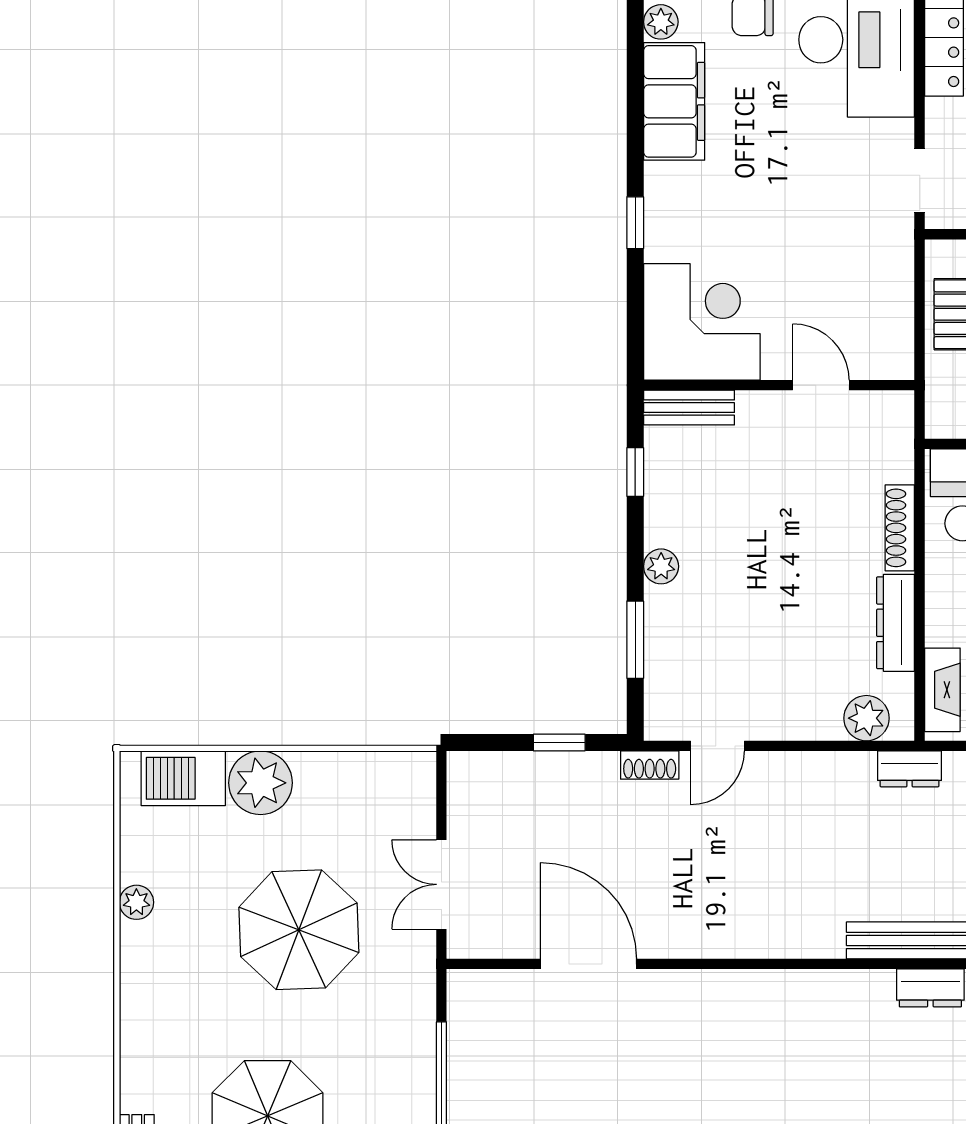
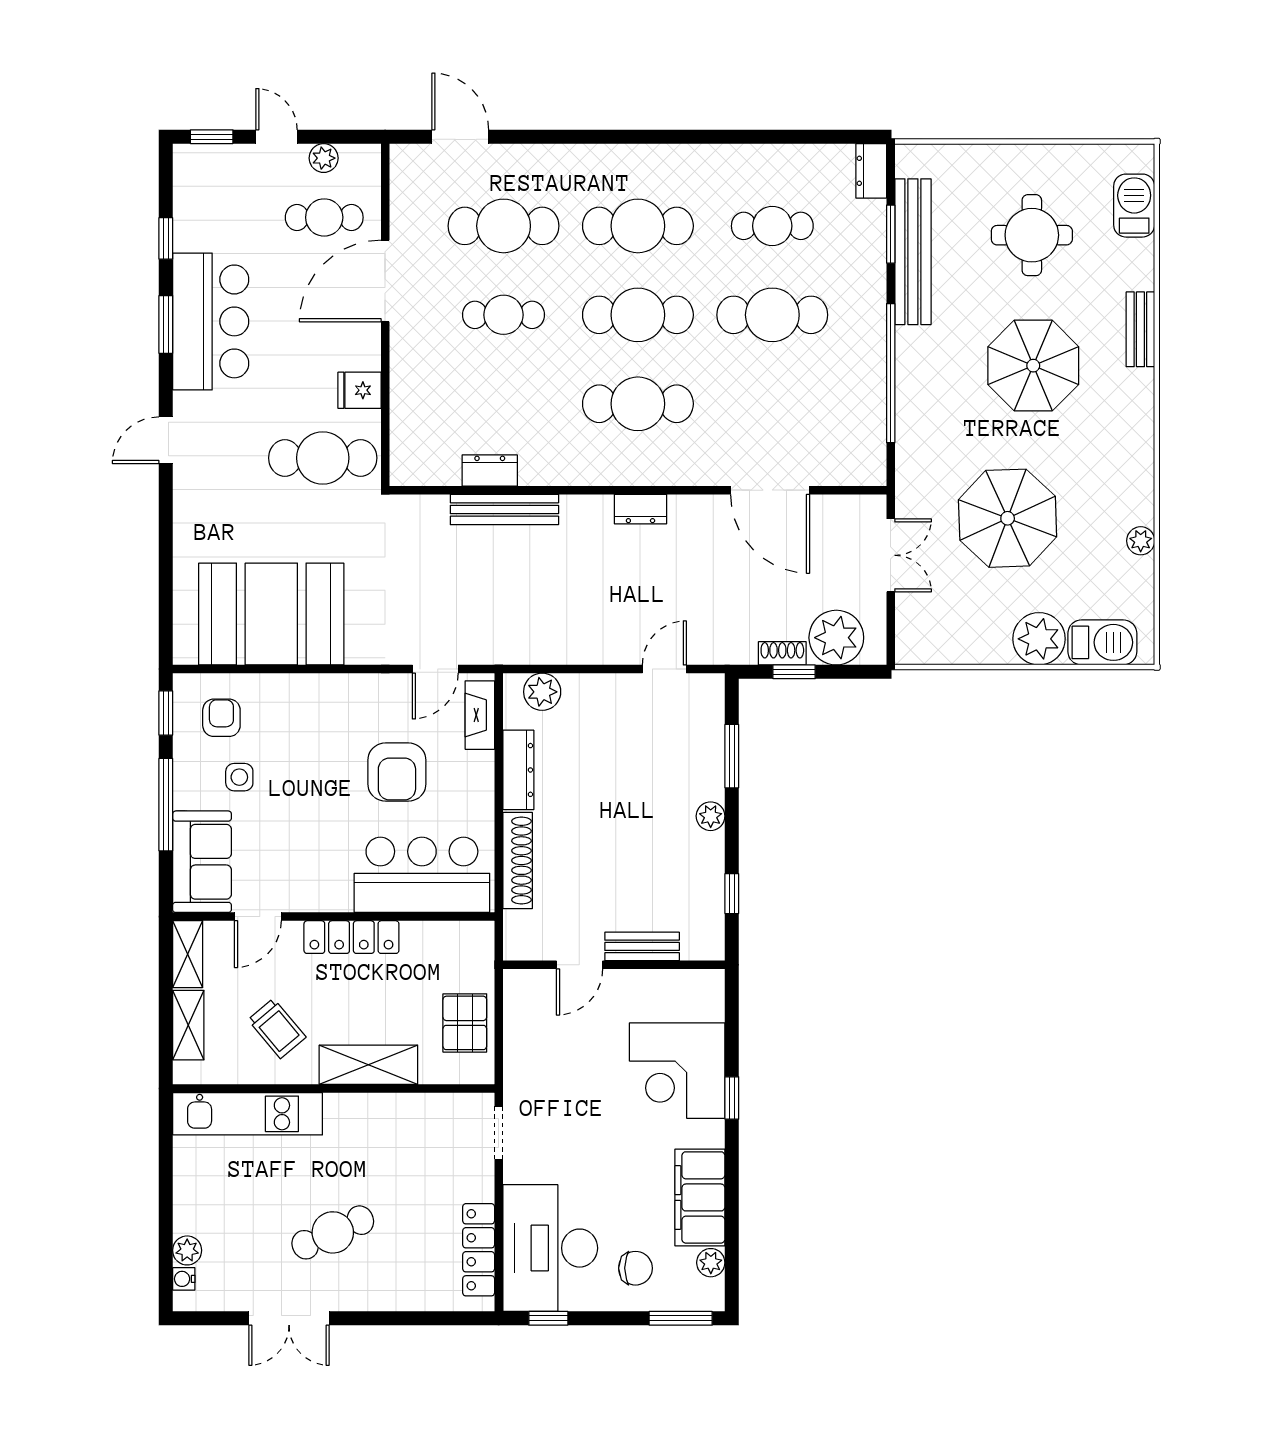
corner desk: (702, 322) -> (677, 1071), moved
door: (821, 385) -> (580, 965), hinge flipped
bench: (689, 408) -> (642, 946), moved
shoe rack: (900, 528) -> (518, 861), width x1.36, depth x1.24
shoe rack: (650, 765) -> (782, 653), moved
dresser: (910, 769) -> (640, 509), moved, turned 180
plant: (508, 784) -> (836, 638), added
cafe table: (750, 1069) -> (638, 404), added

